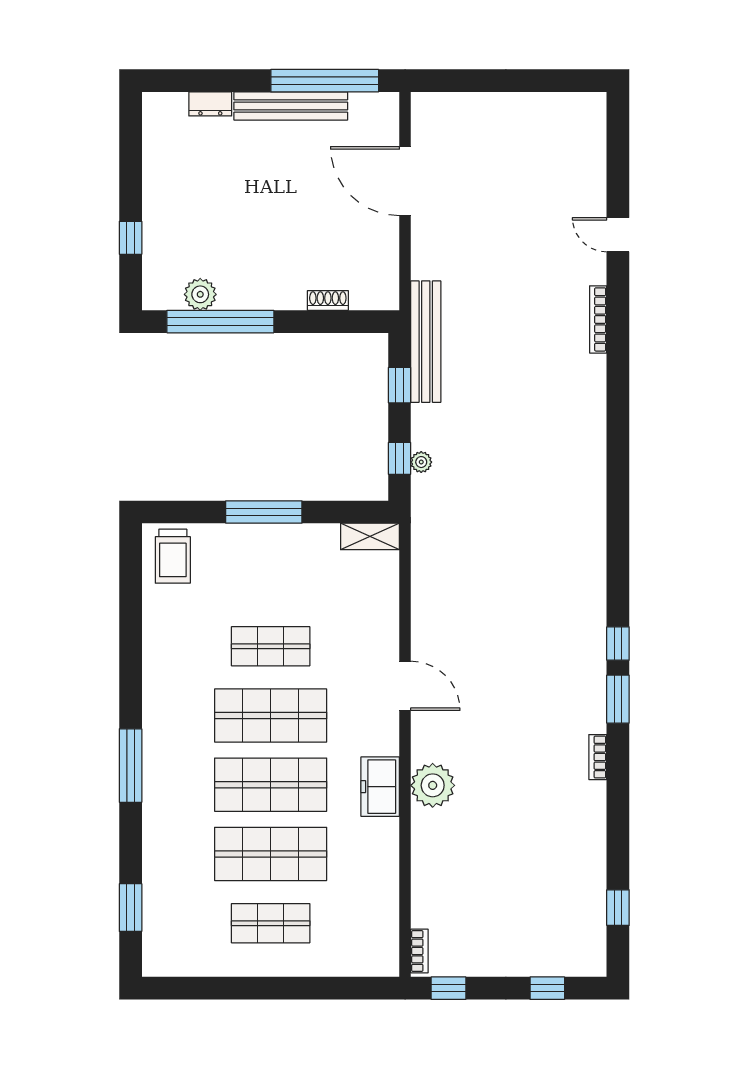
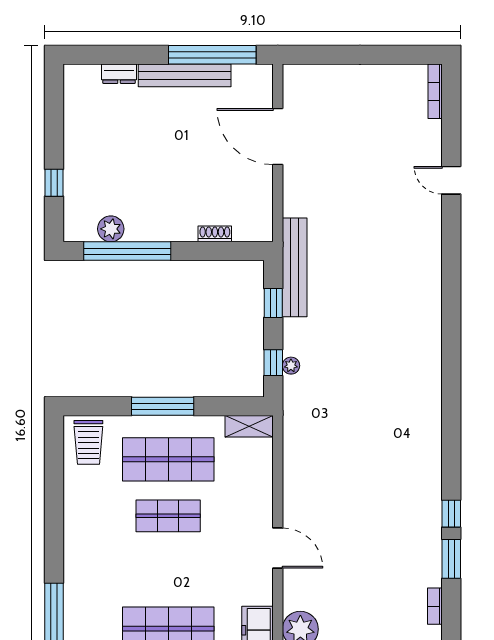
bookcase: (598, 319) -> (435, 91), moved
shop shelf: (271, 715) -> (168, 459), moved

